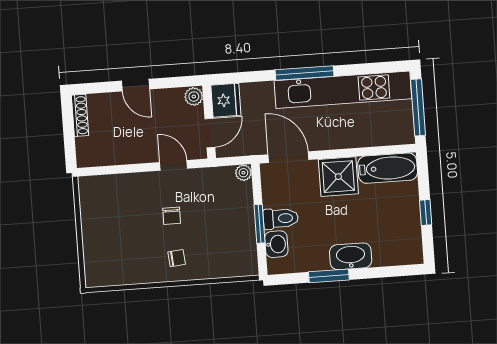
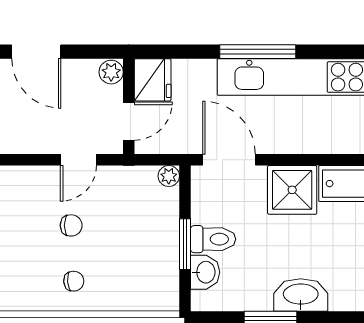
door: (136, 85) -> (36, 52), width x1.38
door: (174, 165) -> (78, 160), swing flipped
chair: (172, 216) -> (71, 225), turned -90

